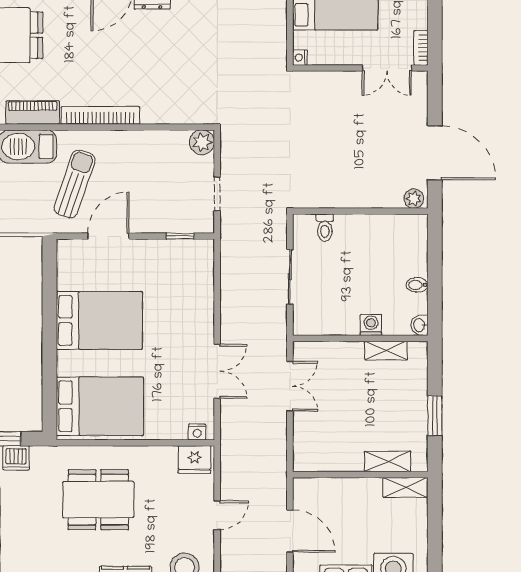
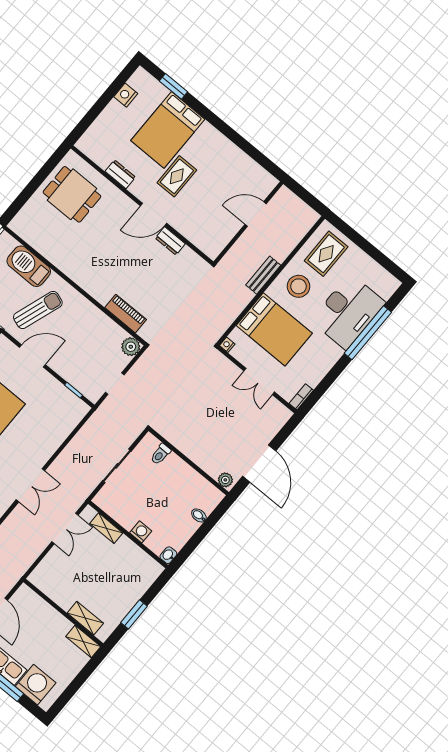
double door: (387, 68) -> (259, 381), moved
piano: (33, 112) -> (126, 314), moved
bookcase: (100, 115) -> (85, 283), removed
bidet: (417, 285) -> (199, 515), moved
shelving: (386, 351) -> (106, 528), moved

